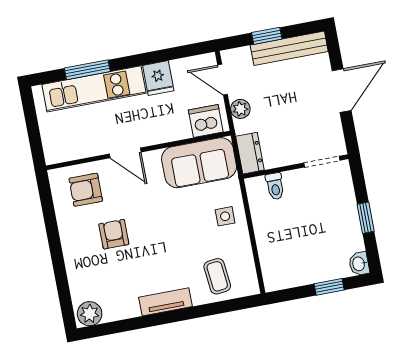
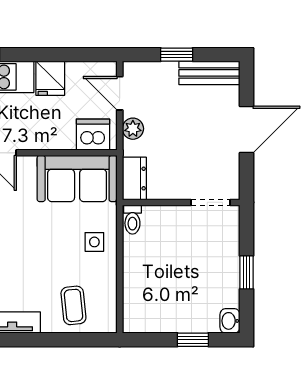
bench: (289, 48) -> (209, 73), width x0.73
toilet: (275, 186) -> (132, 220), moved

